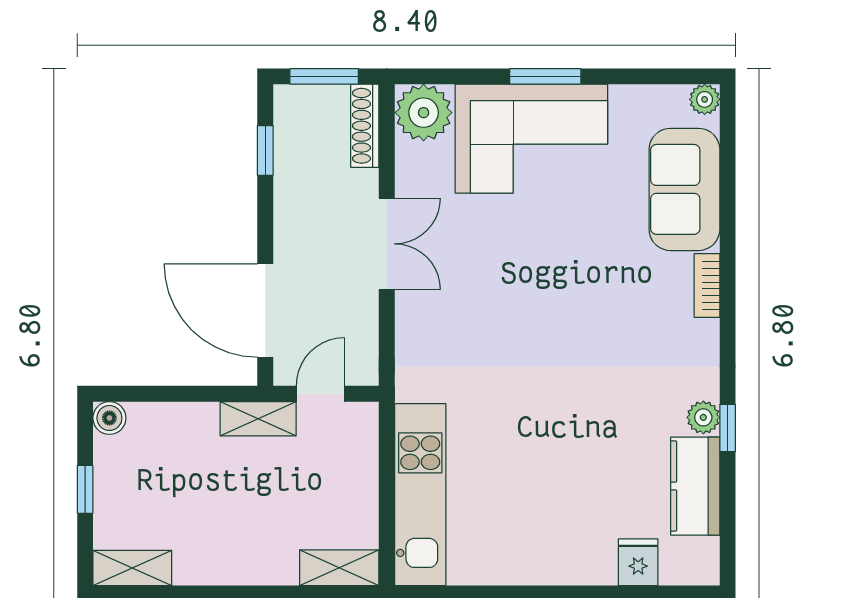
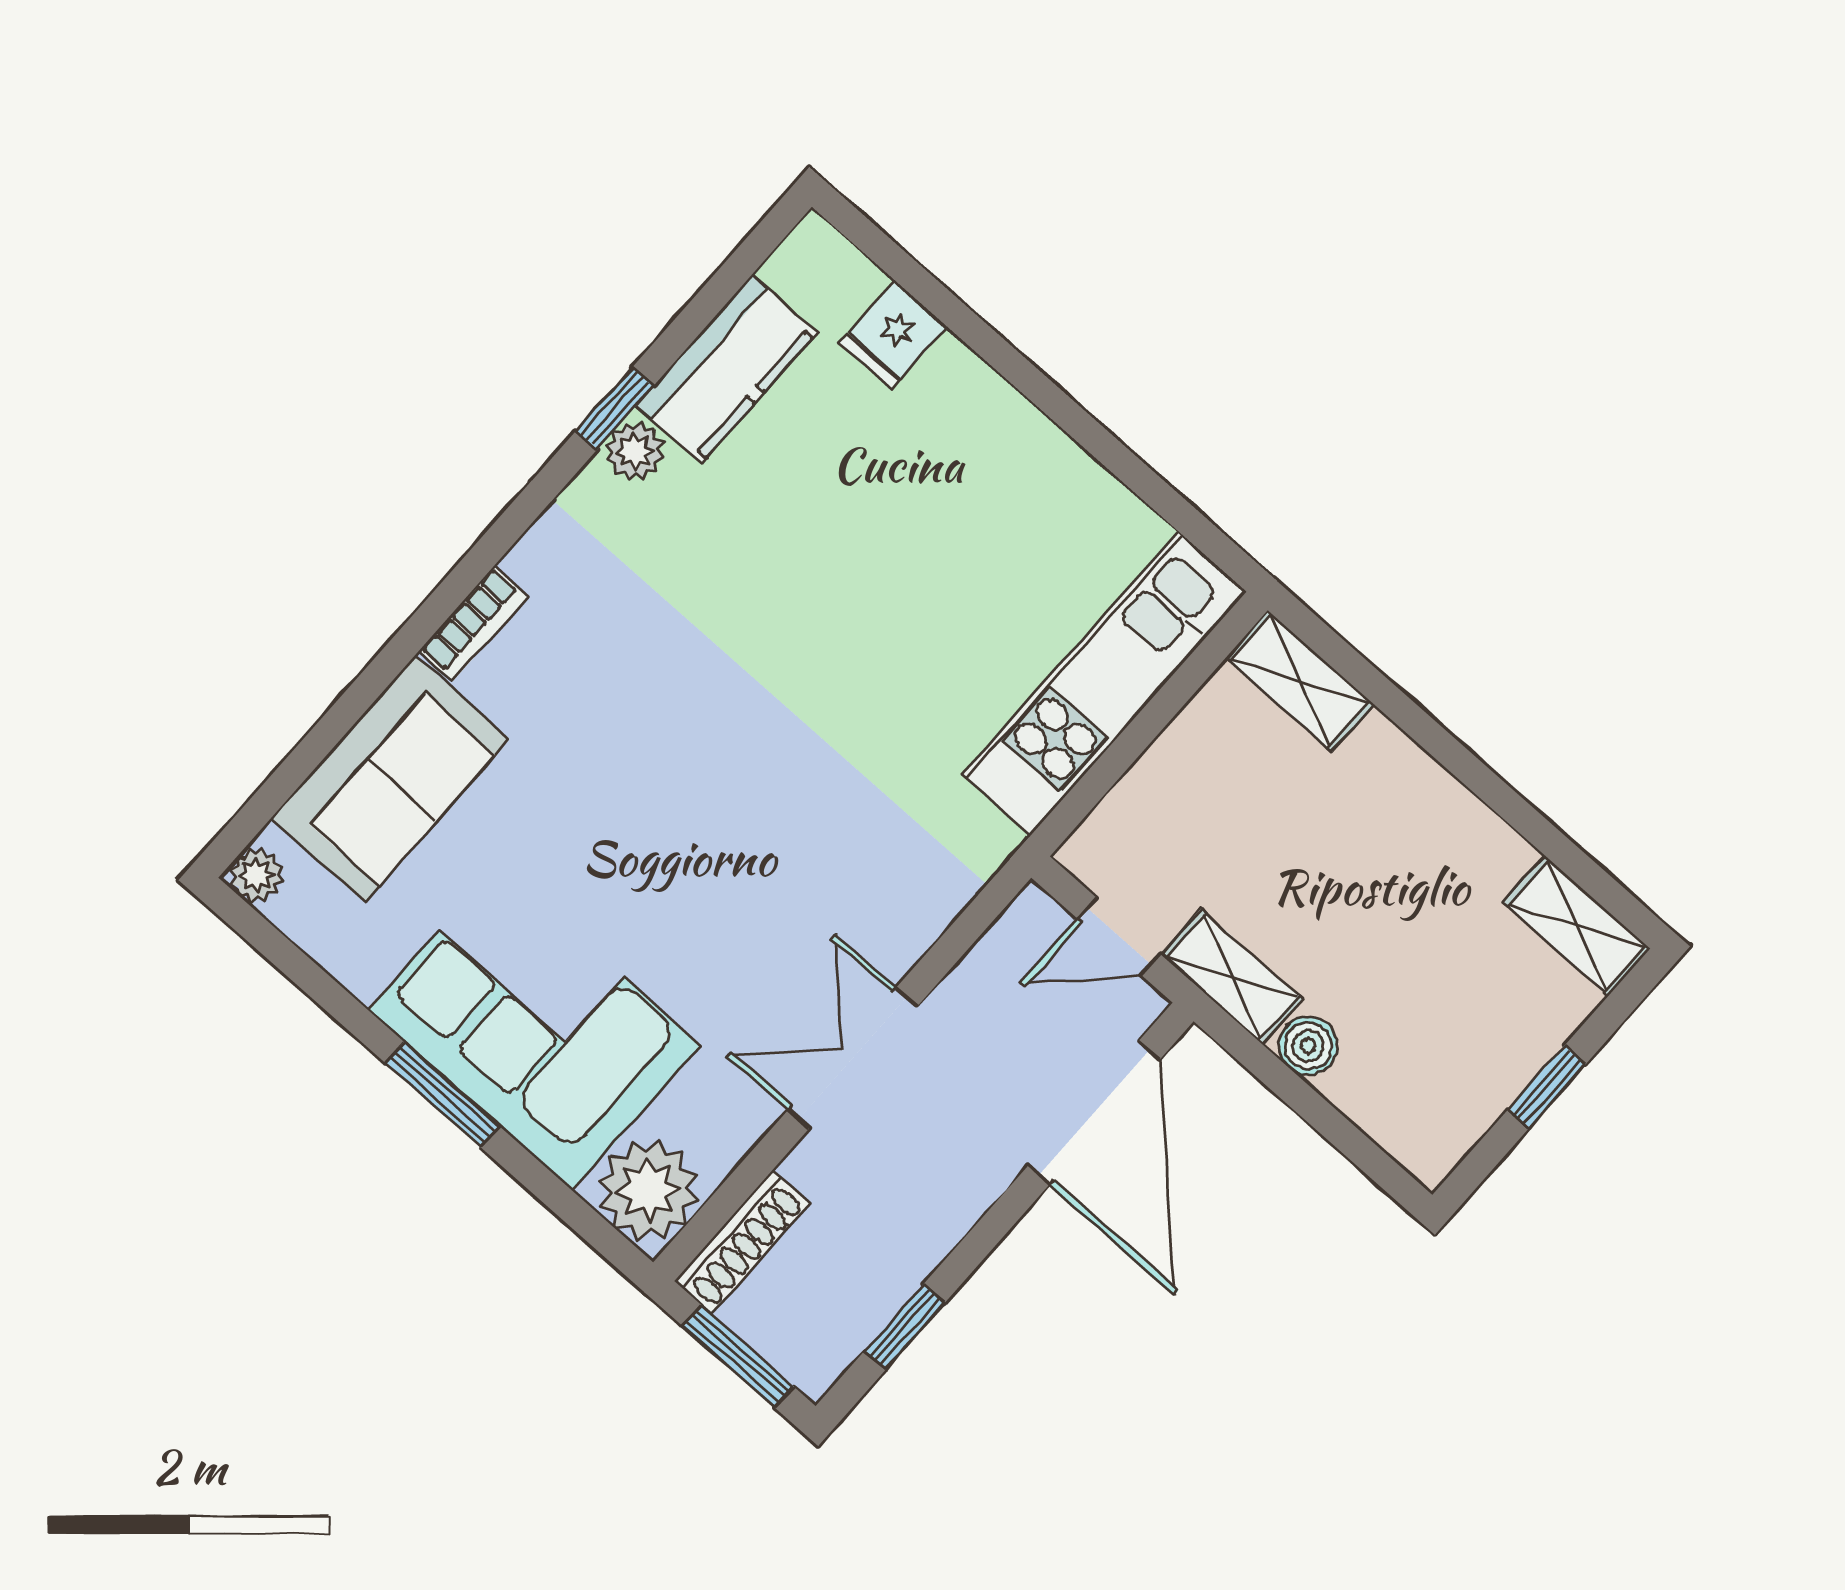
boiler: (109, 418) -> (1308, 1046), moved

